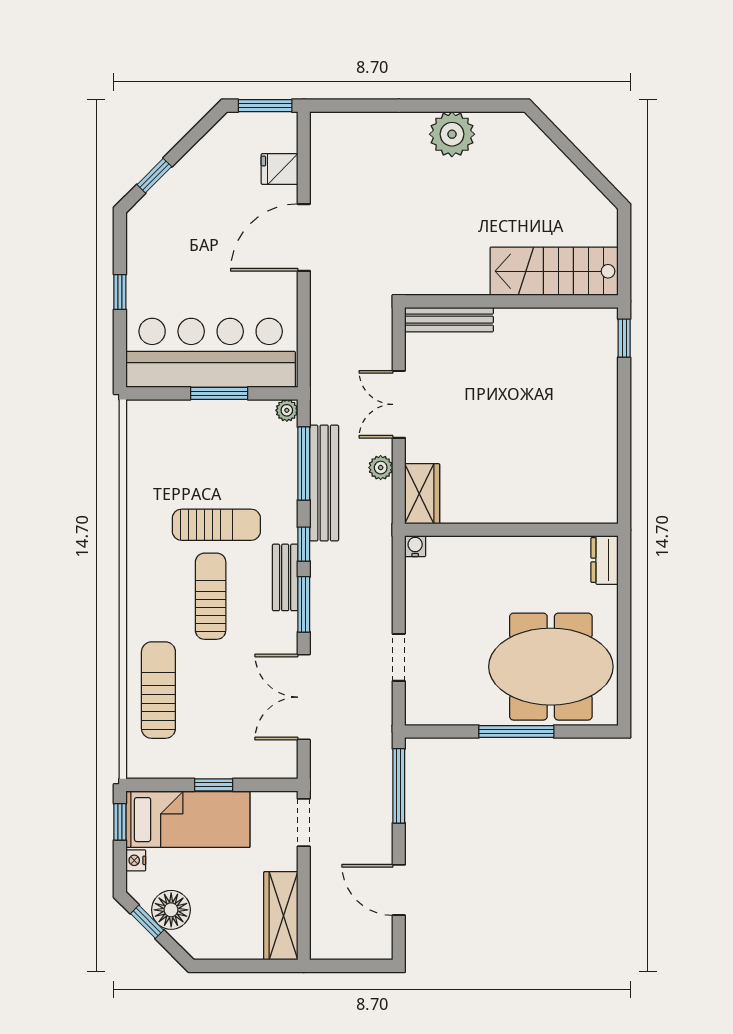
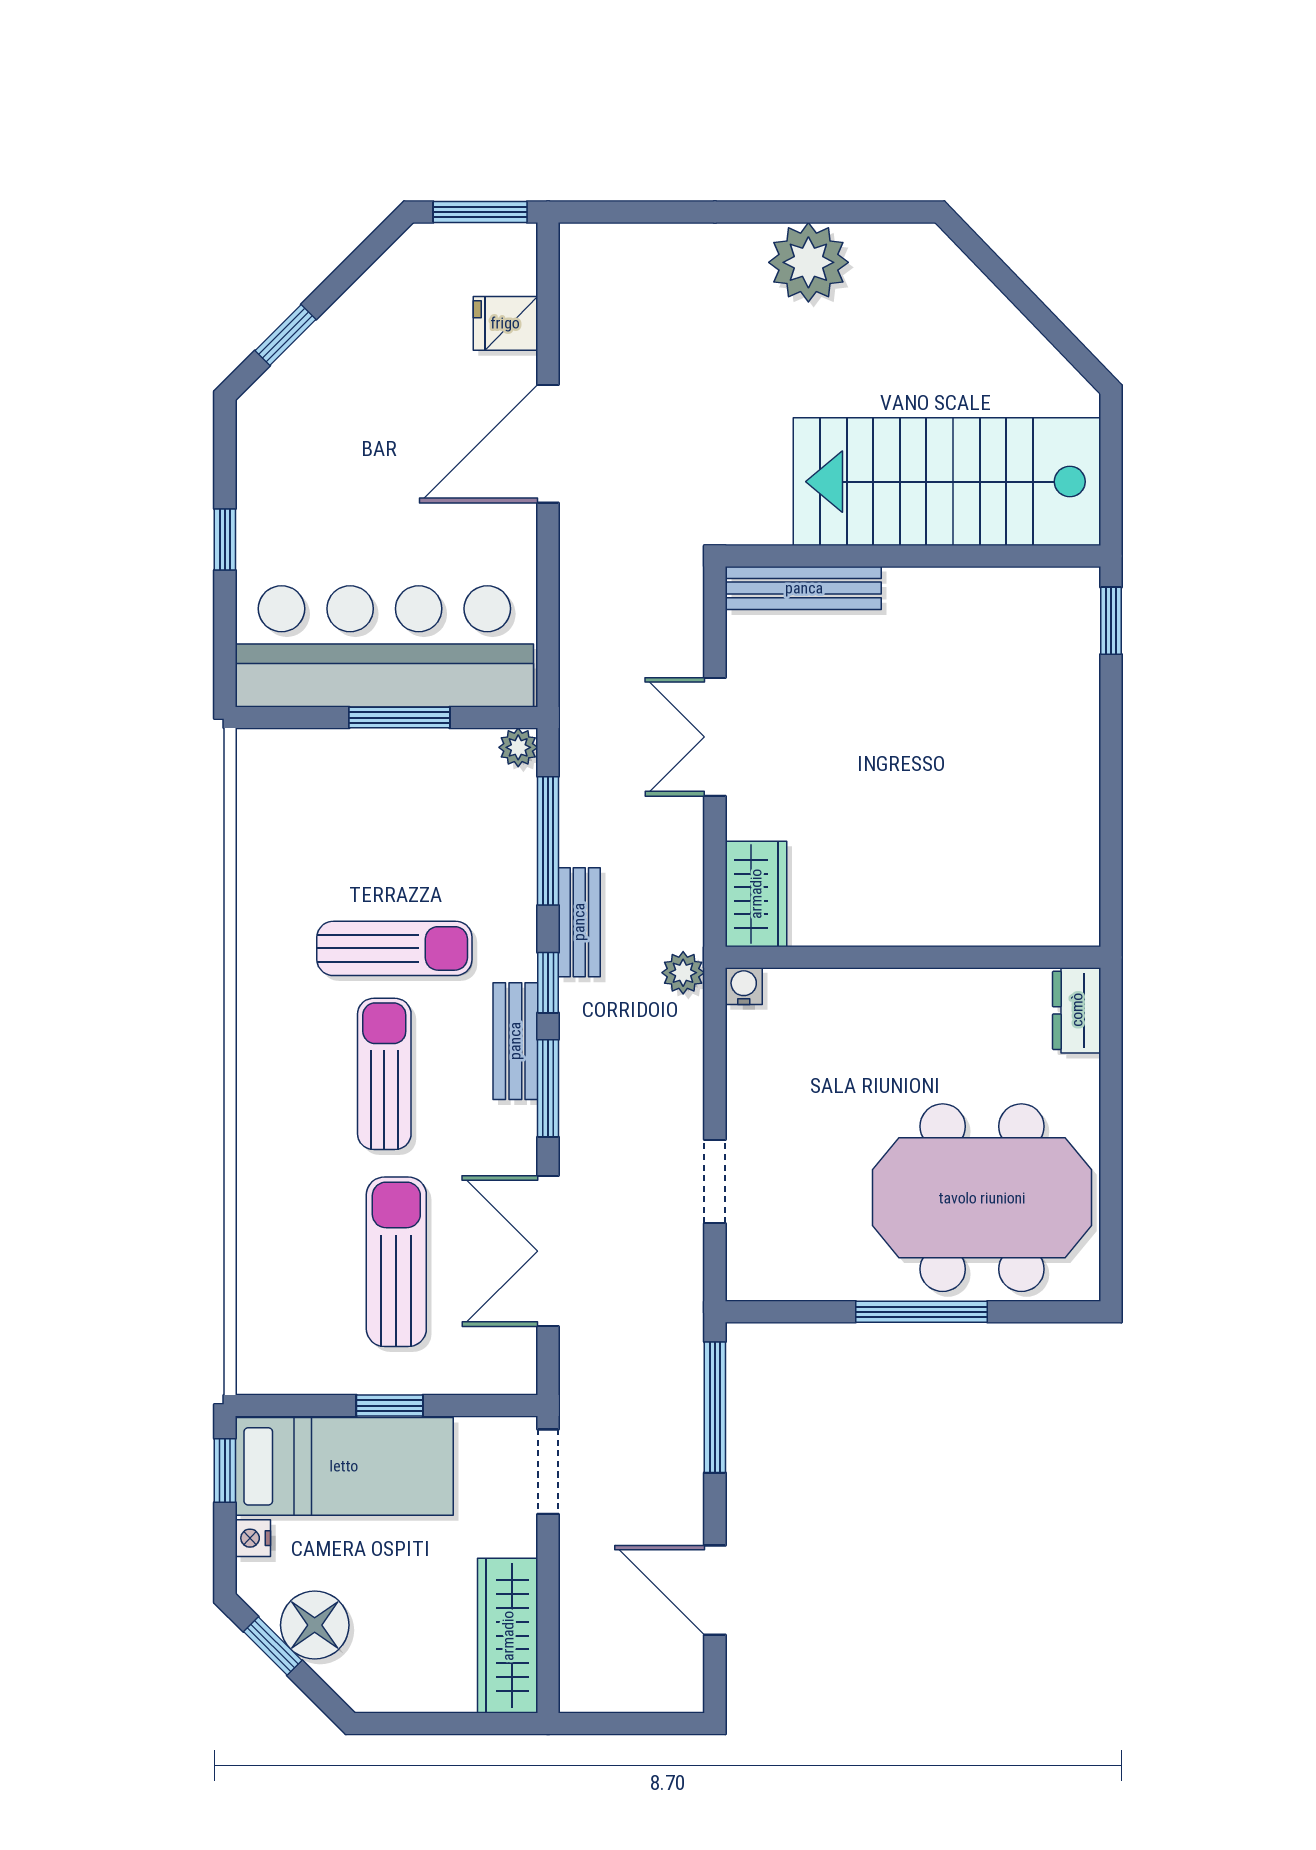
stairs: (554, 271) -> (947, 482), width x1.36, depth x1.51
plant: (381, 468) -> (683, 973), moved
bench: (324, 483) -> (579, 922), width x0.54, depth x0.82
sun lounger: (158, 690) -> (396, 1262), moved

